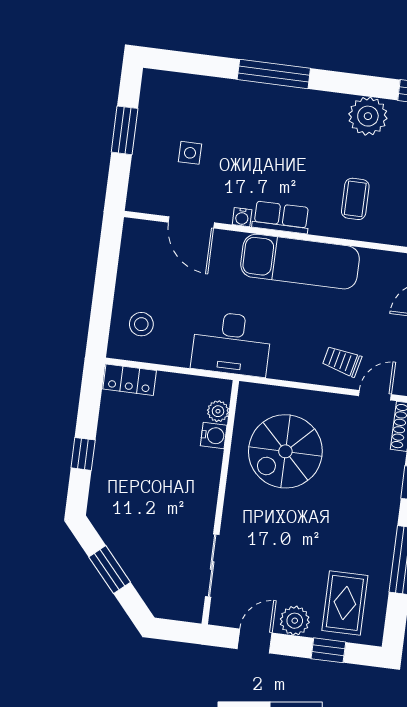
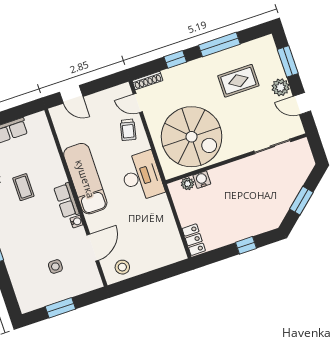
coffee table: (355, 199) -> (23, 187), moved, turned 90
stool: (141, 324) -> (122, 267), moved
desk: (232, 344) -> (142, 176), moved
spiral stairs: (285, 451) -> (192, 137), width x1.37, depth x1.37
rug: (345, 603) -> (238, 81), moved
window: (328, 650) -> (288, 61), width x1.50

